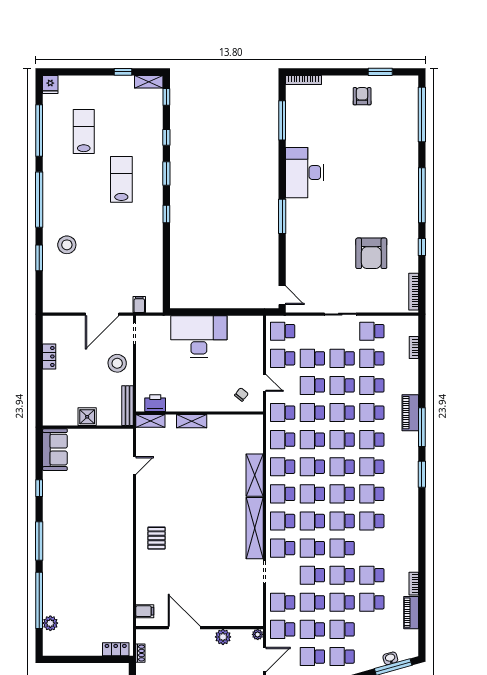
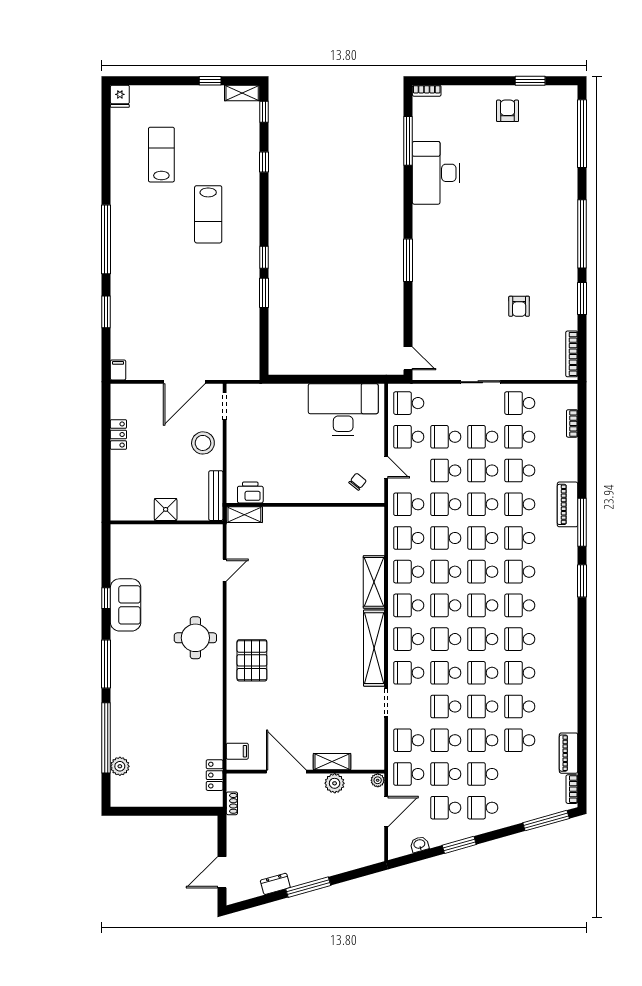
bookcase: (304, 80) -> (427, 91), width x0.64
window: (39, 131) -> (106, 154), removed
window: (166, 173) -> (264, 293), moved
desk: (305, 173) -> (436, 173), moved
lab bench: (121, 179) -> (208, 214), turned 180
stool: (67, 245) -> (140, 296), removed
window: (422, 247) -> (582, 298), width x1.50
armchair: (371, 253) -> (519, 306), width x0.53, depth x0.53
filing cabinet: (139, 305) -> (118, 370), moved
desk: (199, 337) -> (343, 410), moved
shelving: (192, 421) -> (332, 762), moved
sofa: (55, 450) -> (126, 605), moved
round table: (111, 520) -> (195, 638), added
pallet: (157, 538) -> (252, 660), width x1.50, depth x1.42
school desk: (372, 548) -> (520, 673), added
bookcase: (414, 584) -> (572, 789), moved
locker: (116, 649) -> (215, 775), moved, turned -90
washbasin: (390, 658) -> (543, 810), removed

